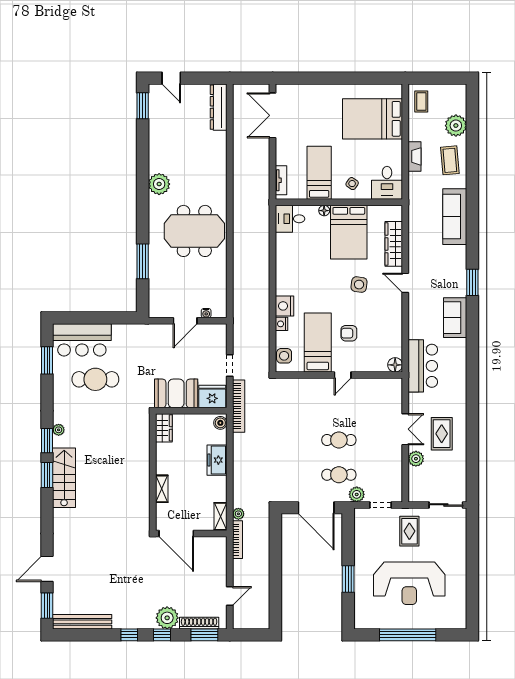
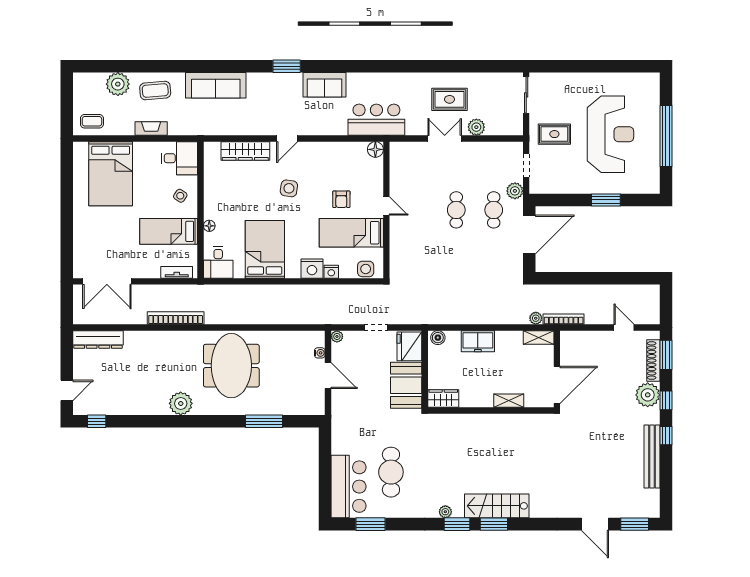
window: (143, 106) -> (97, 421), width x0.67
bed: (349, 232) -> (265, 249), moved, turned -90
plant: (221, 329) -> (337, 336), added
bookcase: (239, 406) -> (176, 318), moved
bench: (82, 622) -> (652, 456), moved

